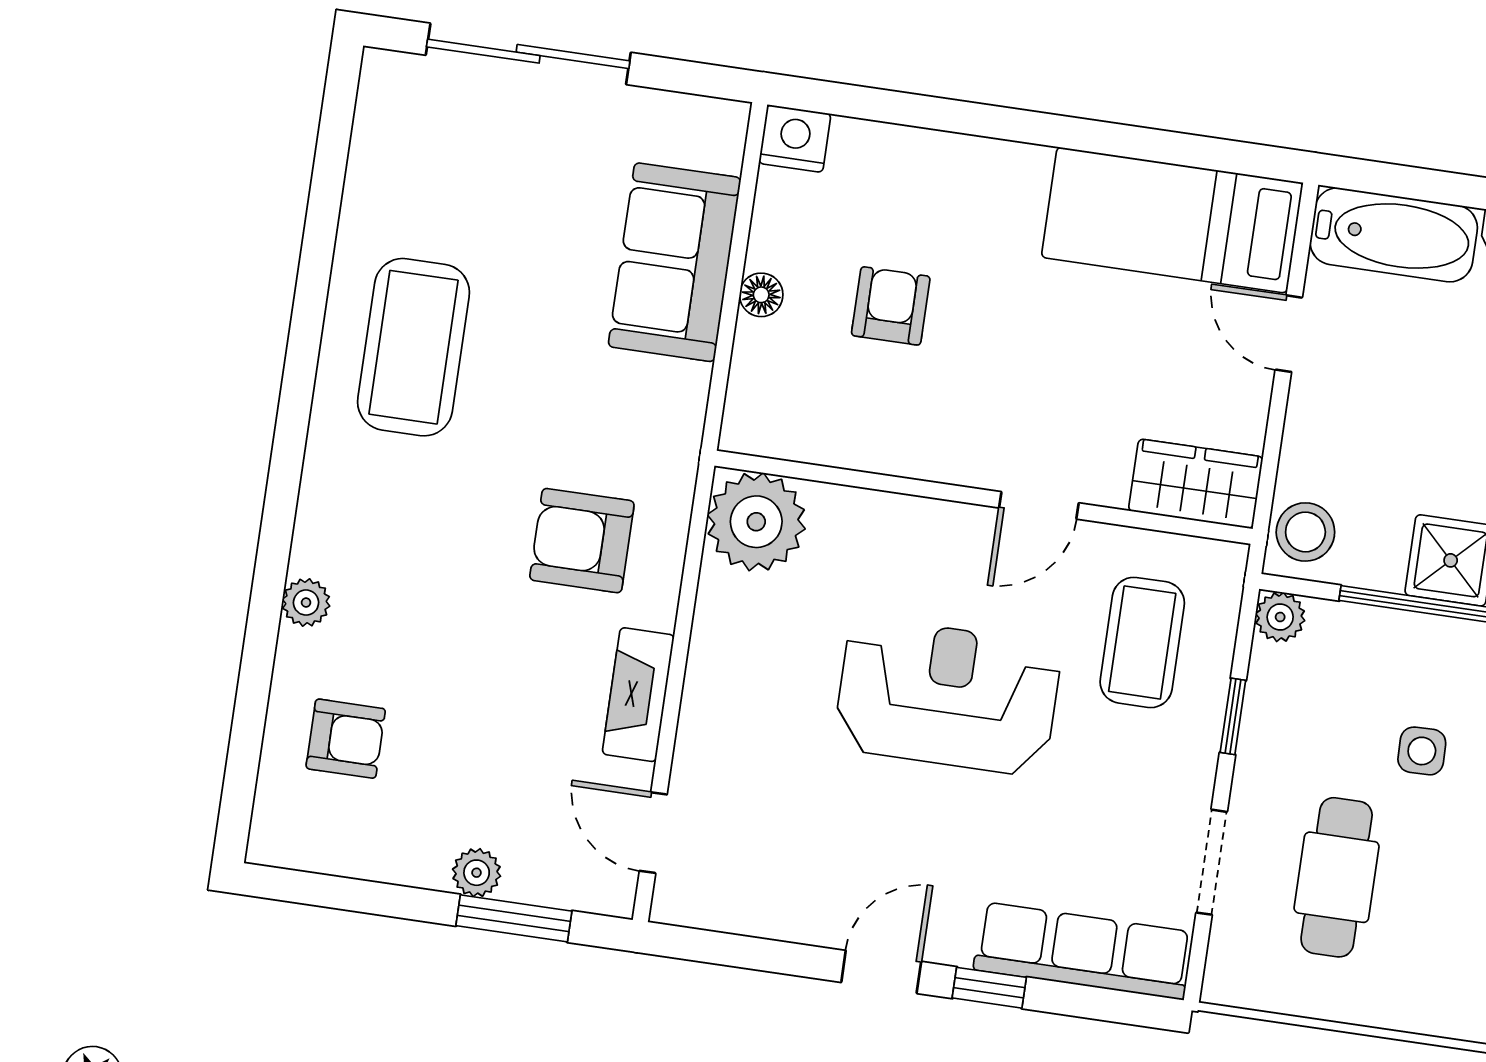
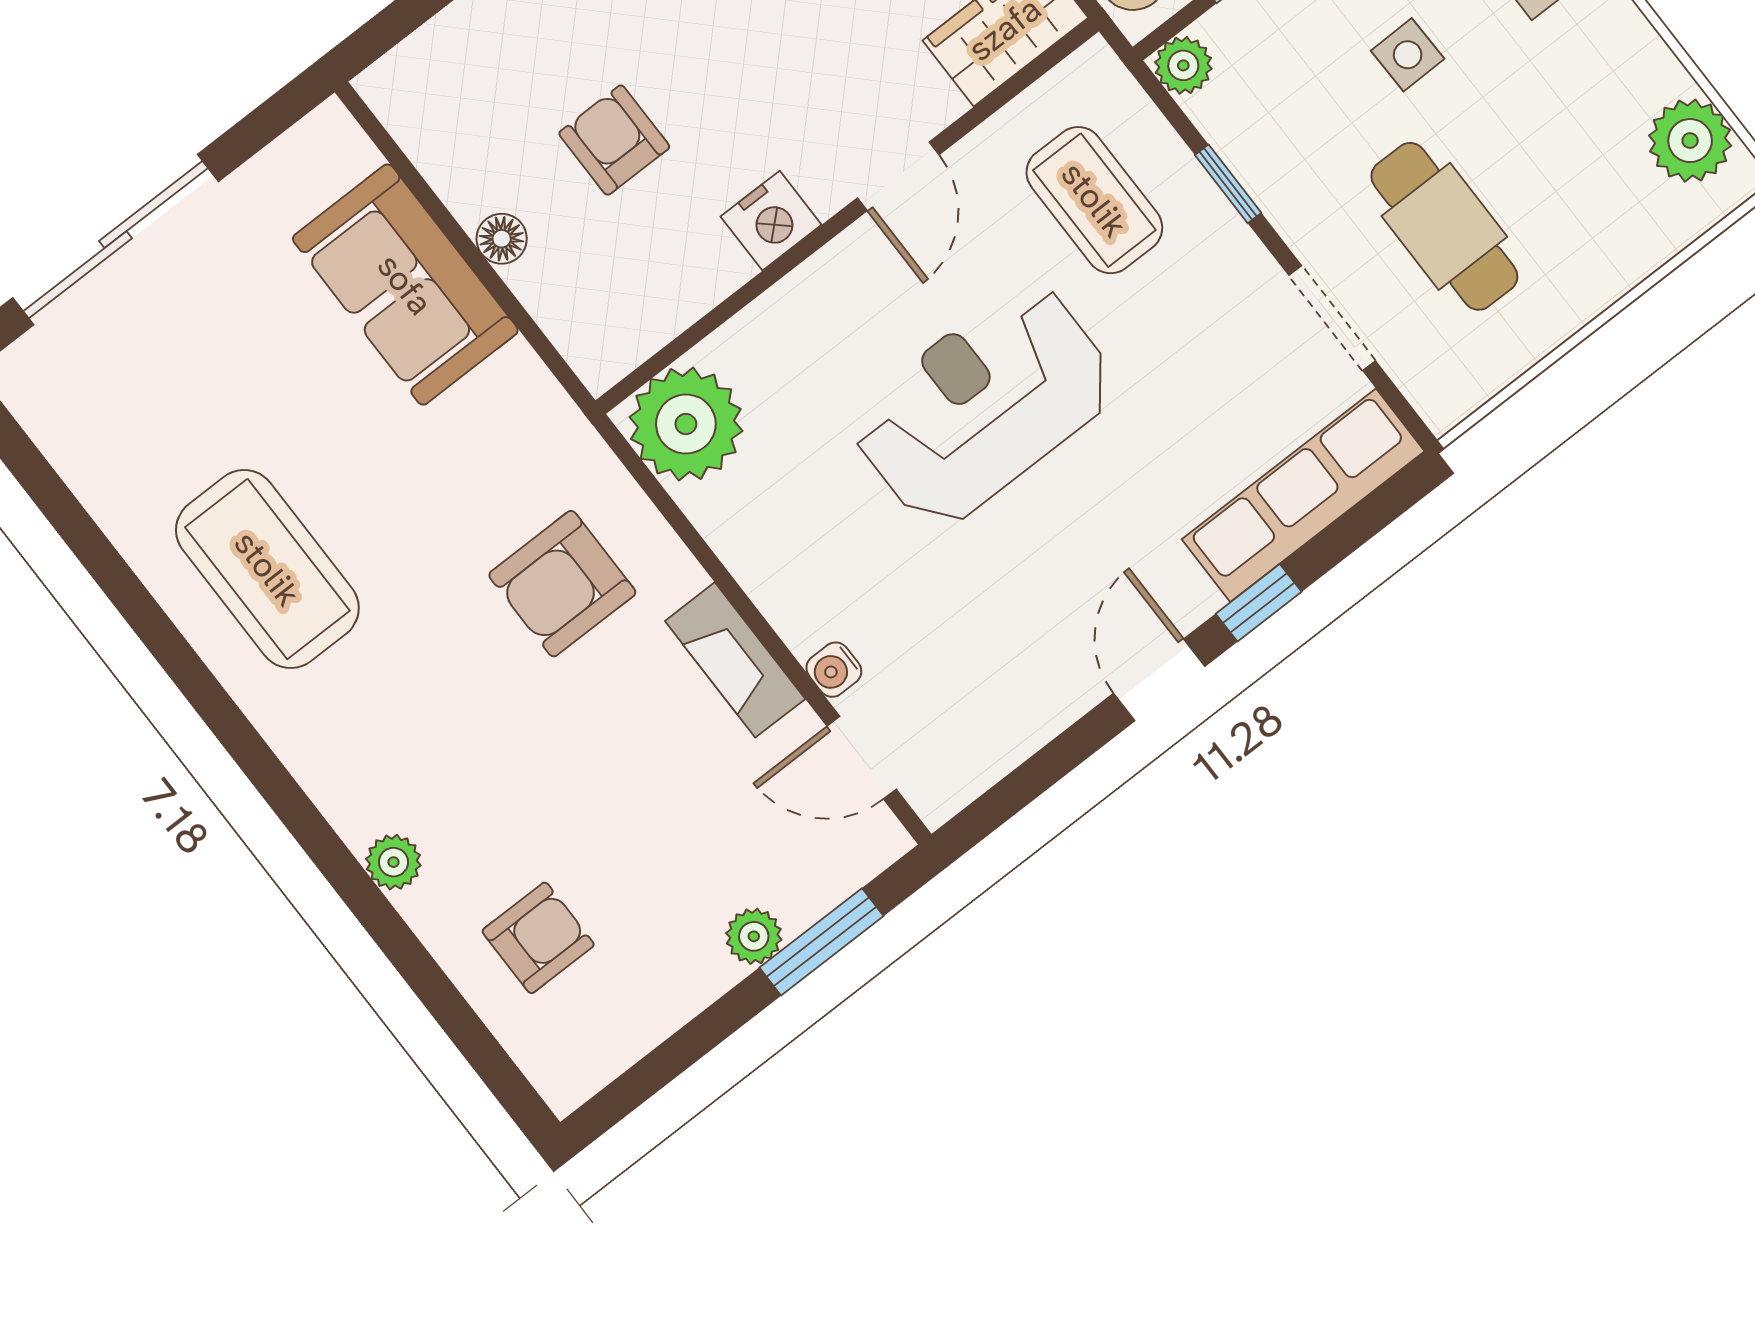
nightstand: (795, 139) -> (771, 221), moved, turned 180
water cooler: (692, 762) -> (834, 670), added

